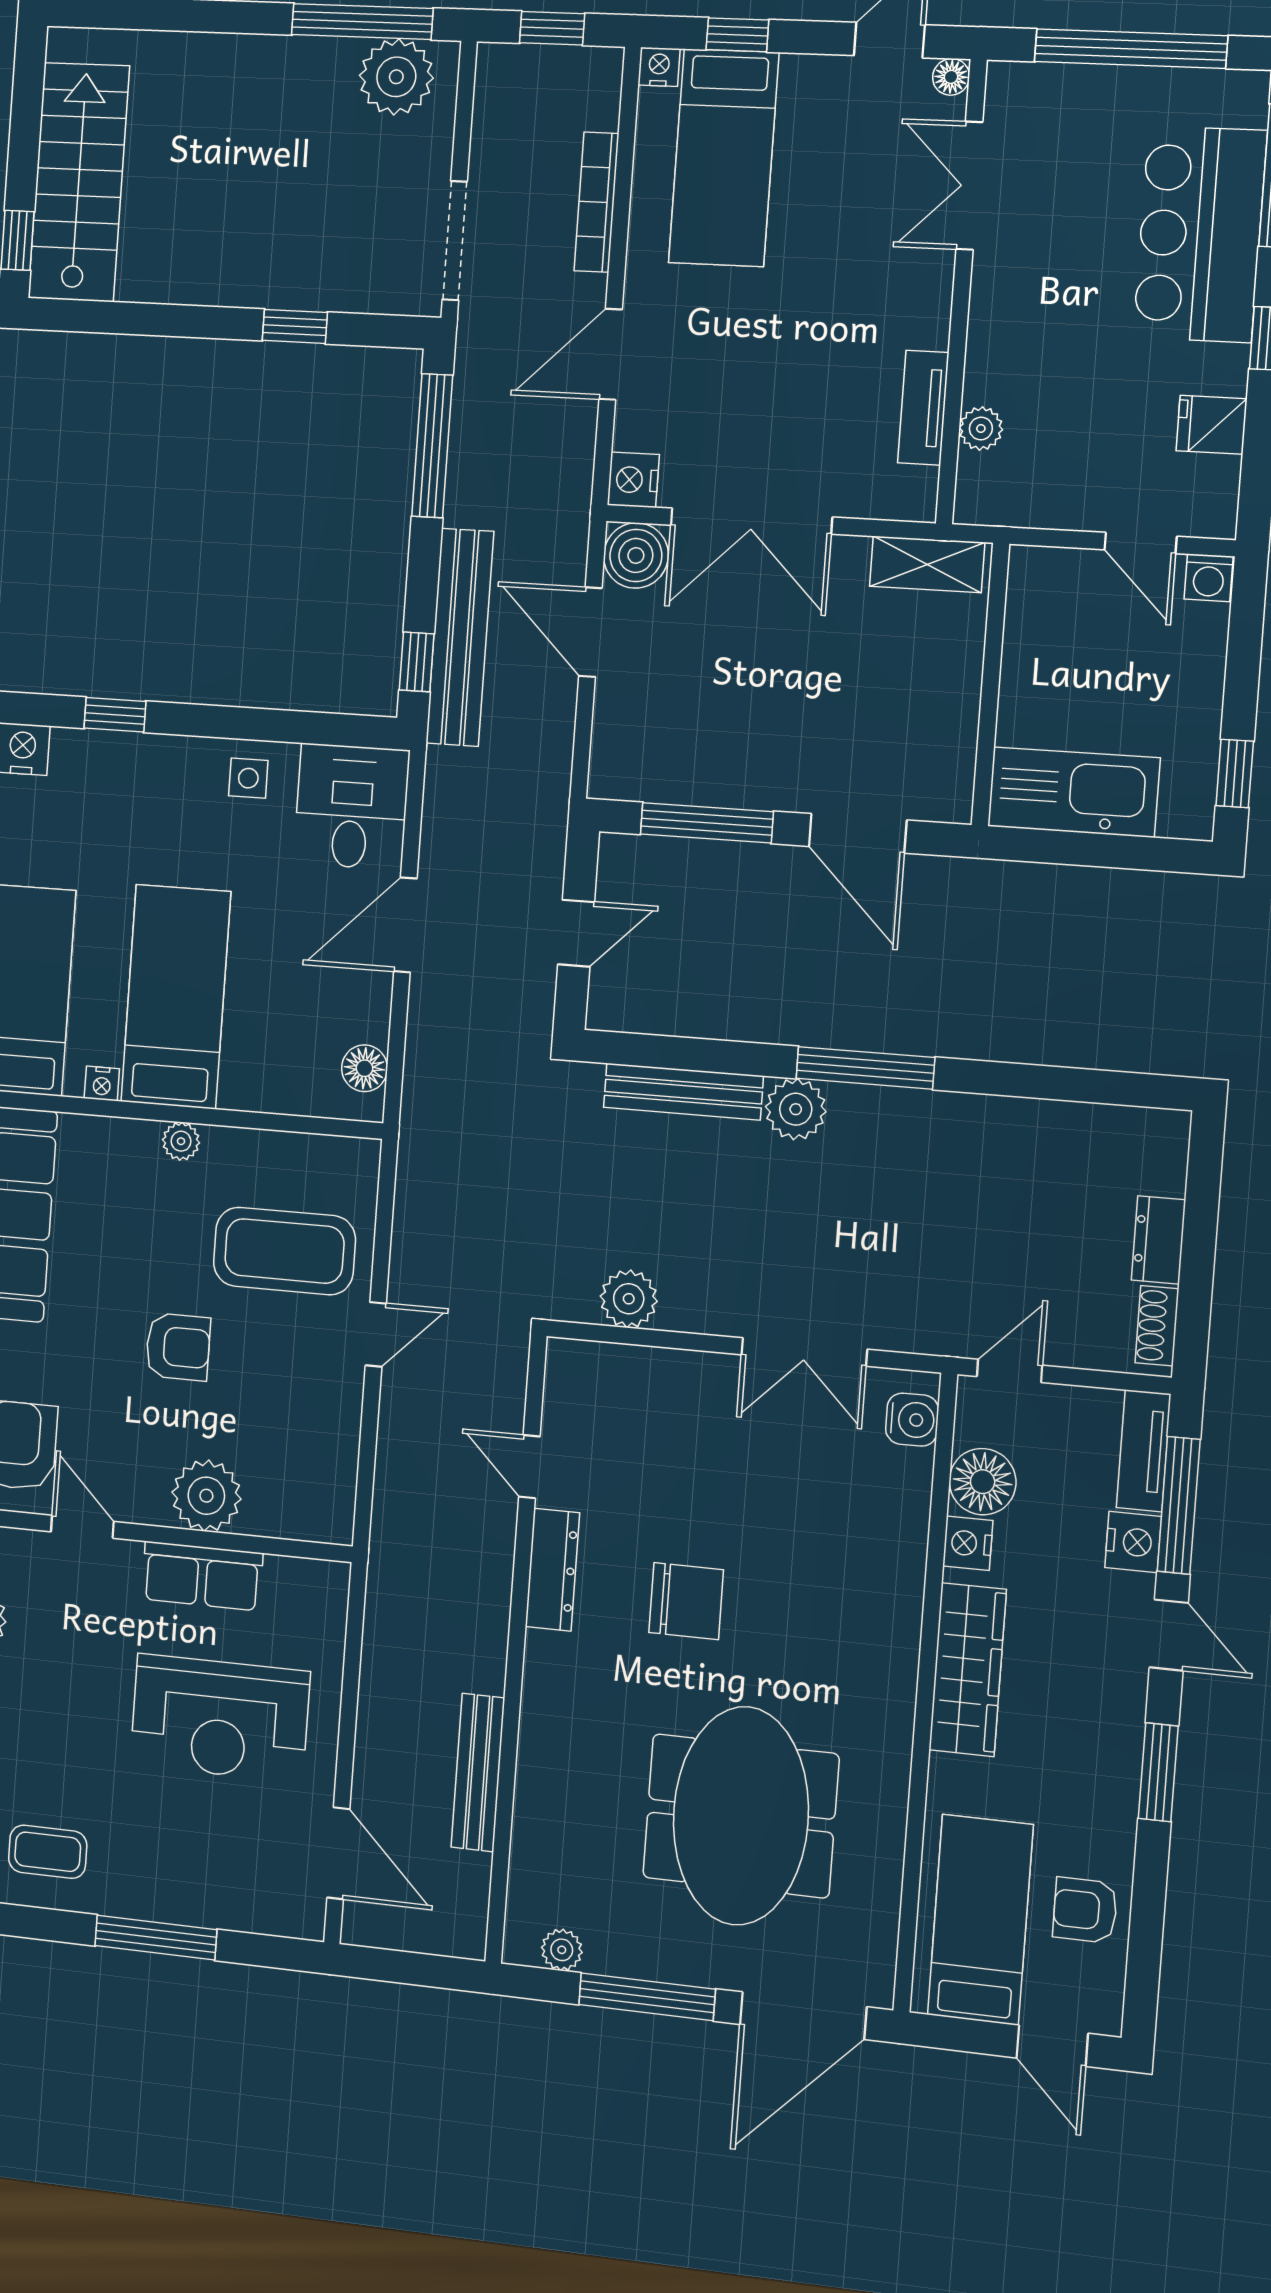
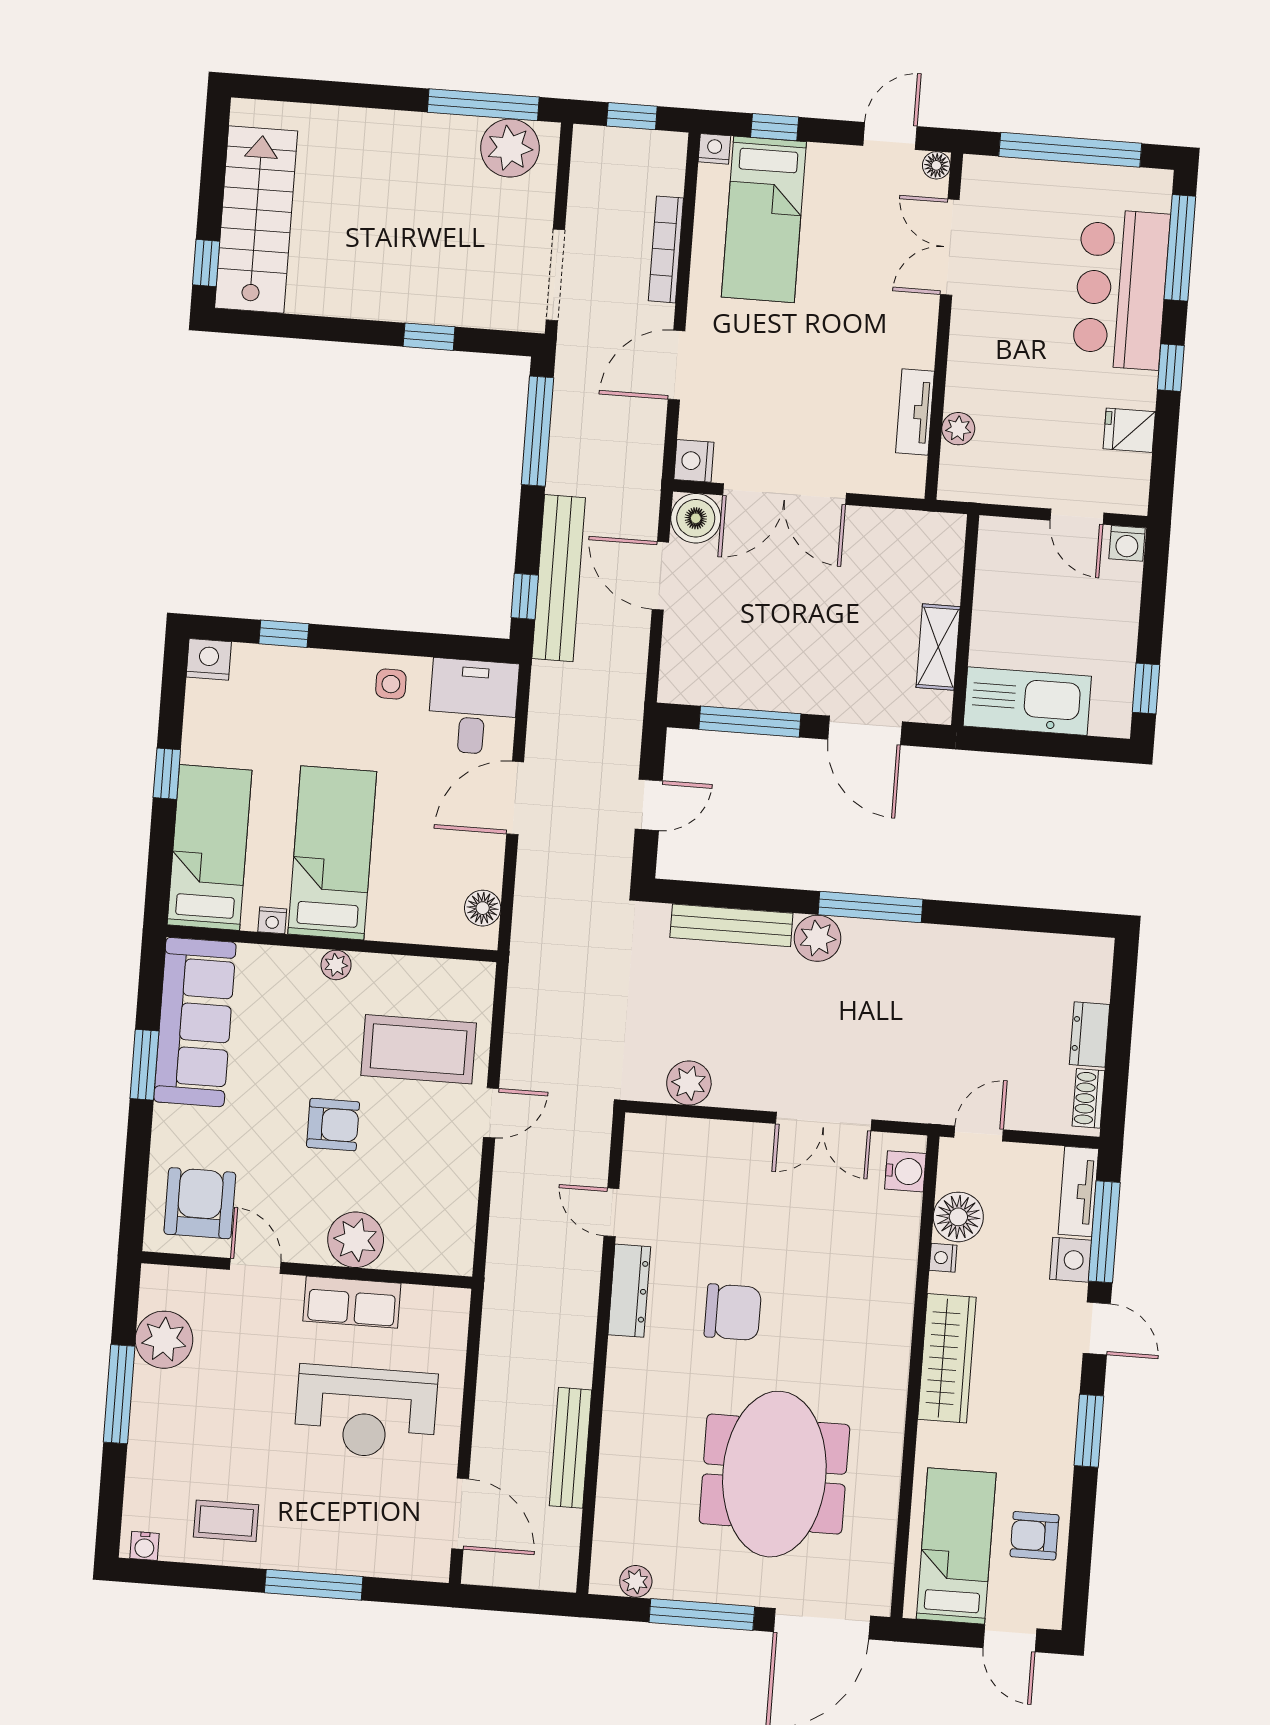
shelving: (927, 564) -> (938, 647), moved, turned 90
nightstand: (968, 1543) -> (943, 1258), width x0.72, depth x0.74

